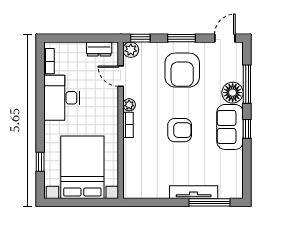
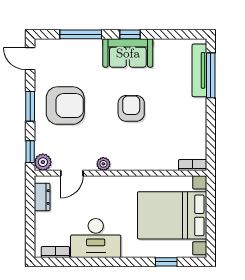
floor lamp: (233, 93) -> (90, 50), removed
bookcase: (128, 125) -> (193, 165), moved
tv unit: (194, 192) -> (199, 70), moved

